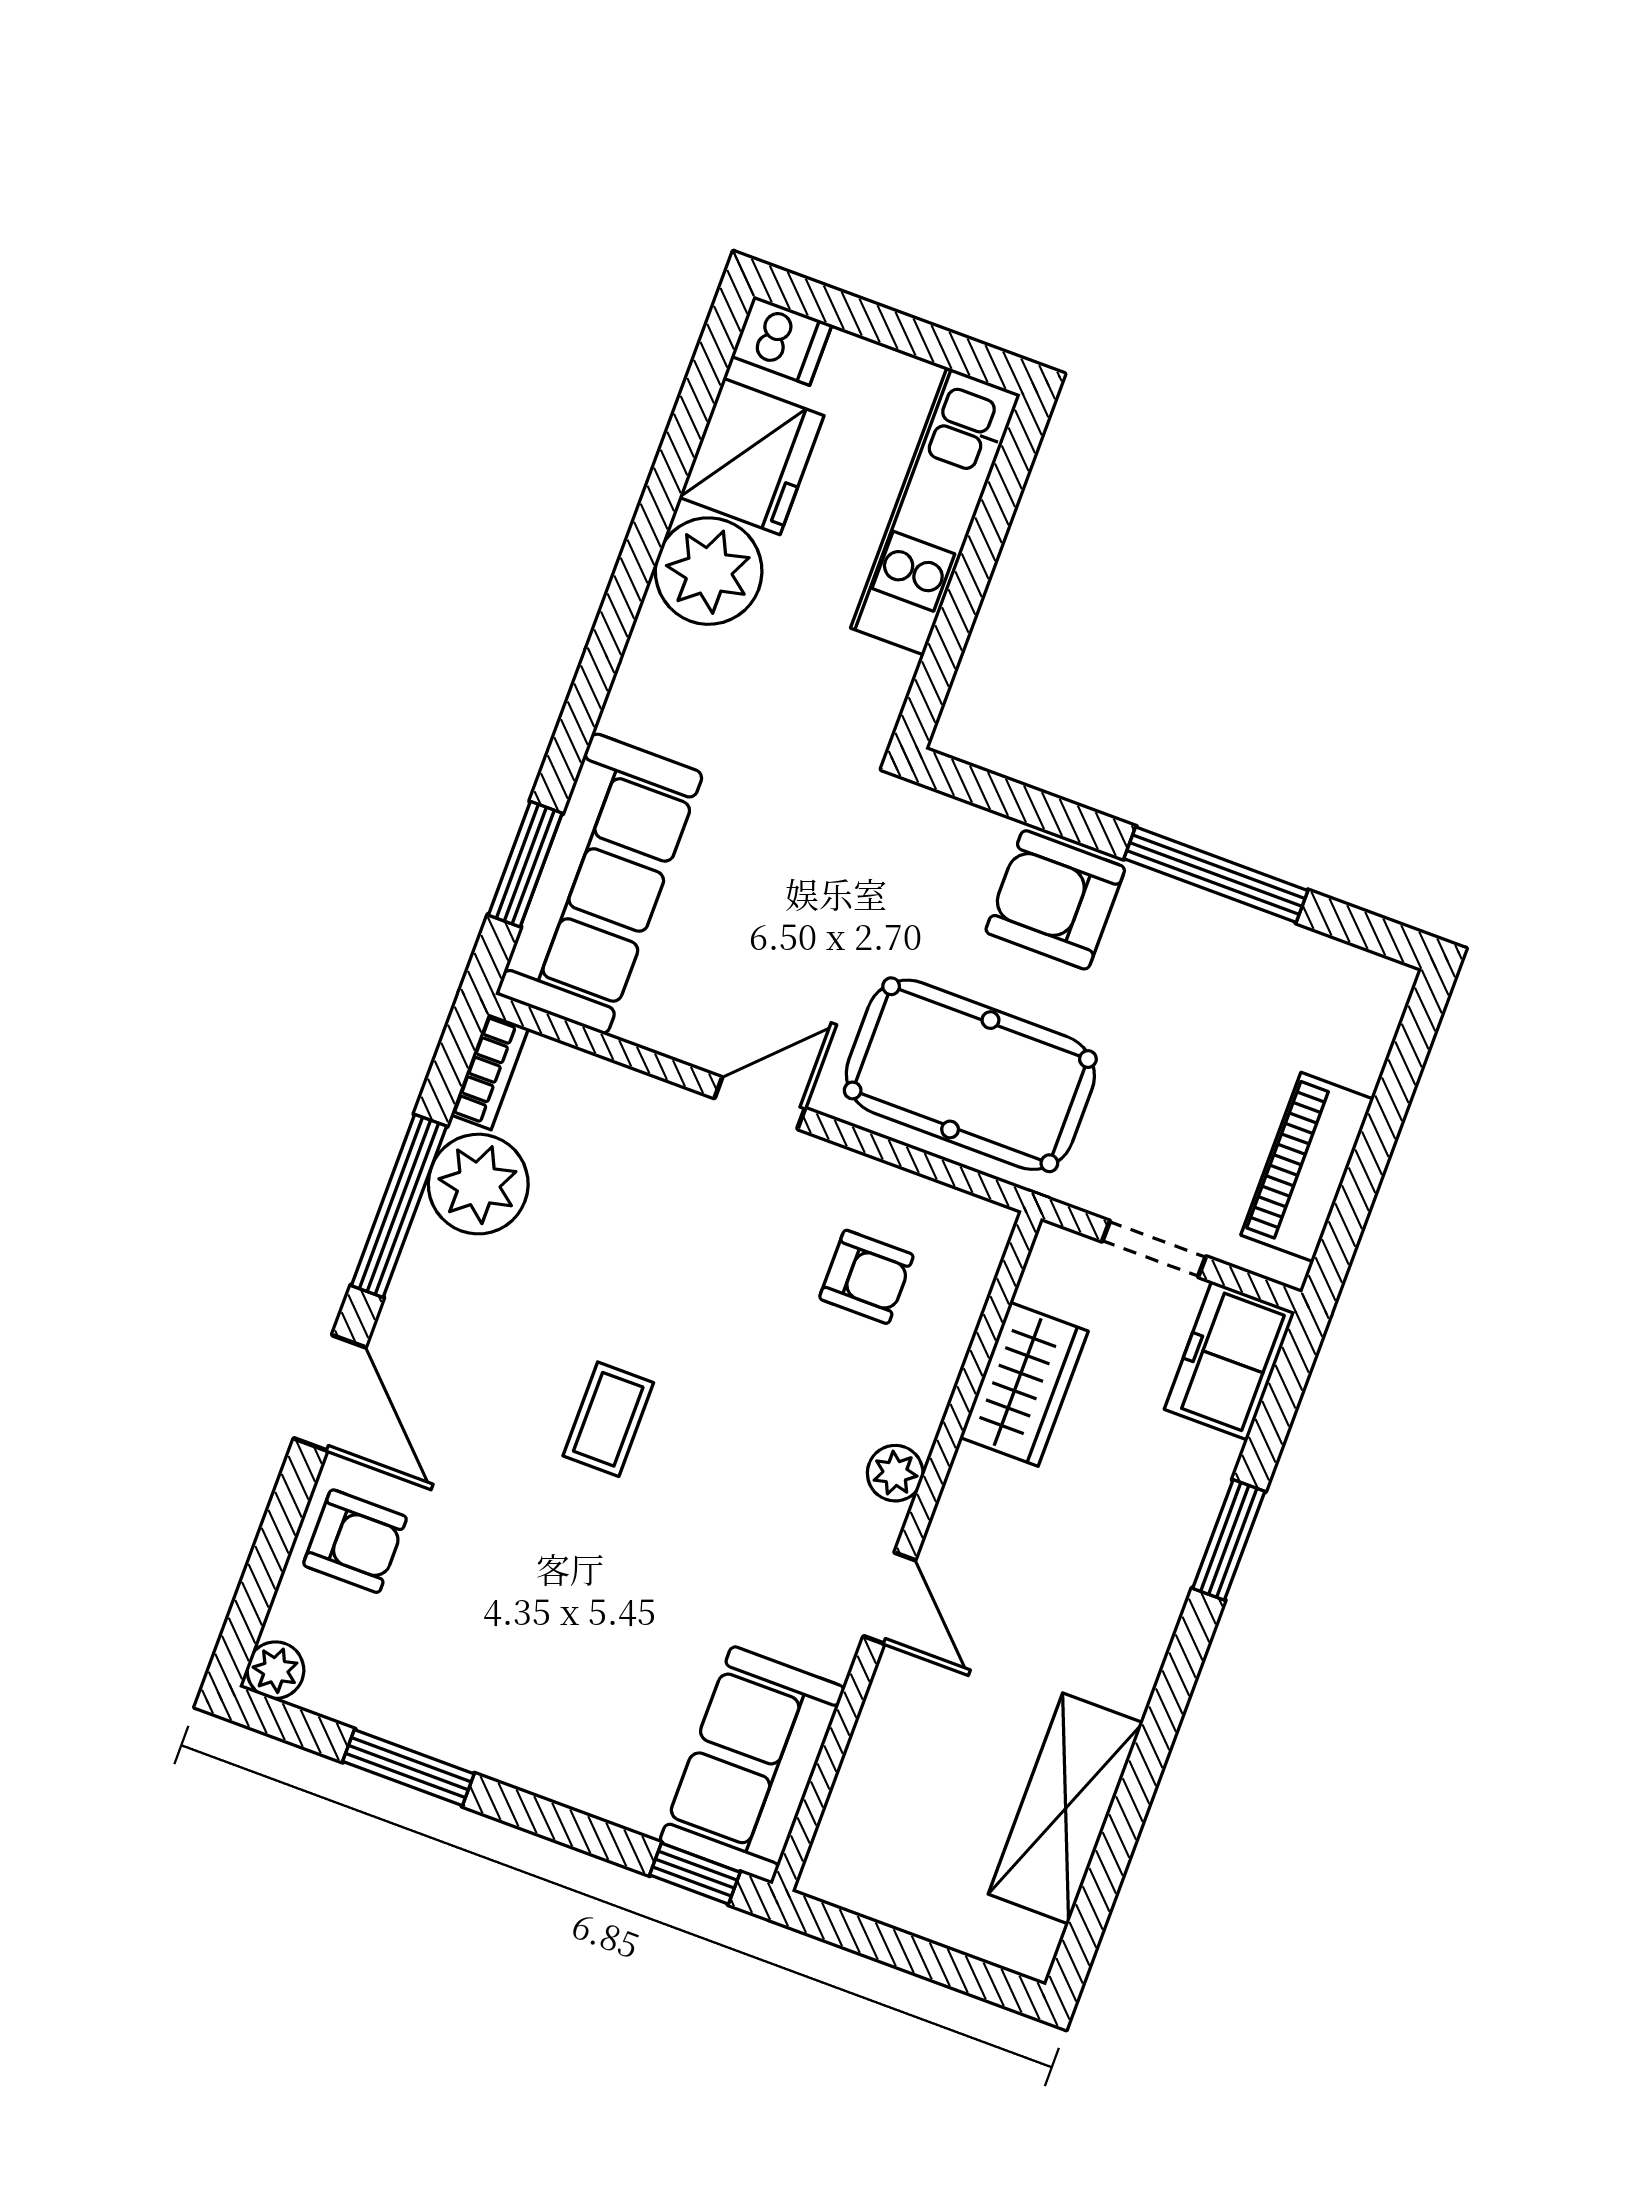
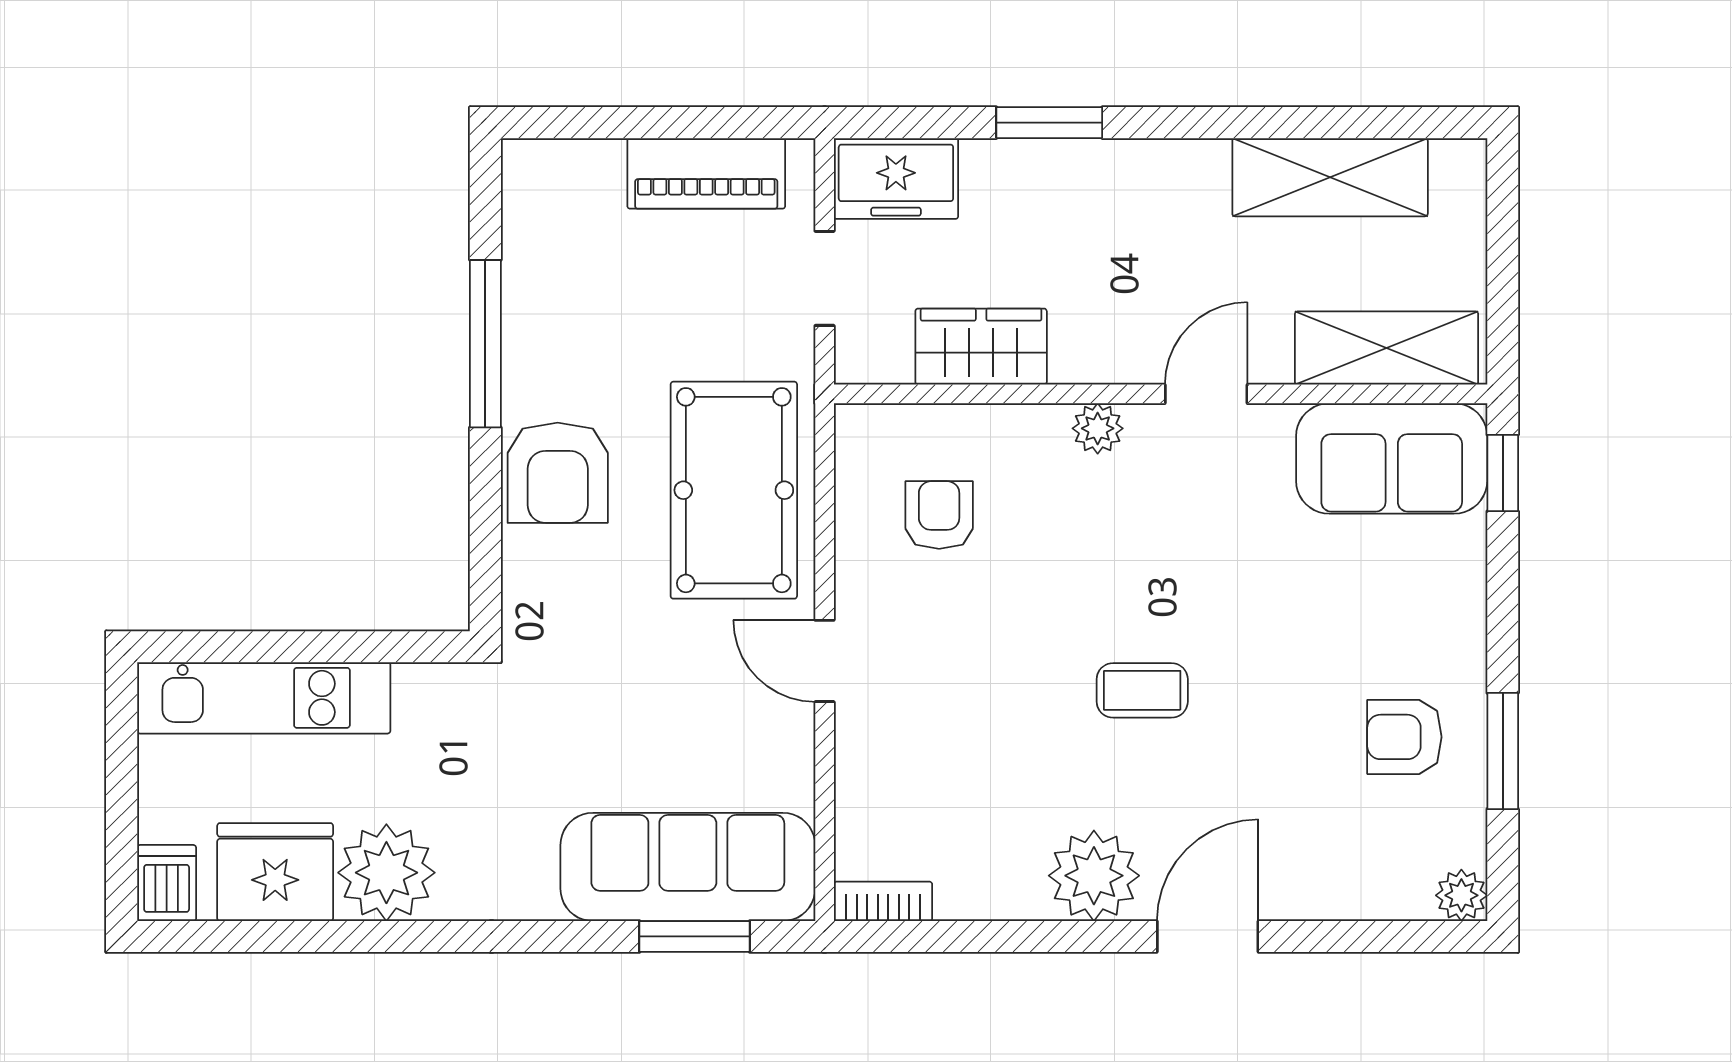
plant: (478, 1184) -> (1094, 876), moved
window: (399, 1206) -> (1026, 936), removed
armchair: (355, 1541) -> (1404, 737), moved, turned -90
shelving: (868, 1802) -> (1387, 348), added

